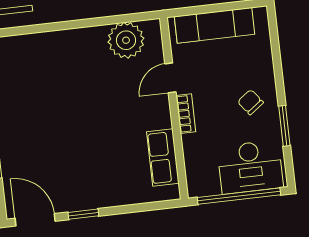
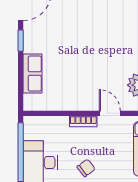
row of seats: (163, 158) -> (32, 74), moved, turned 90

